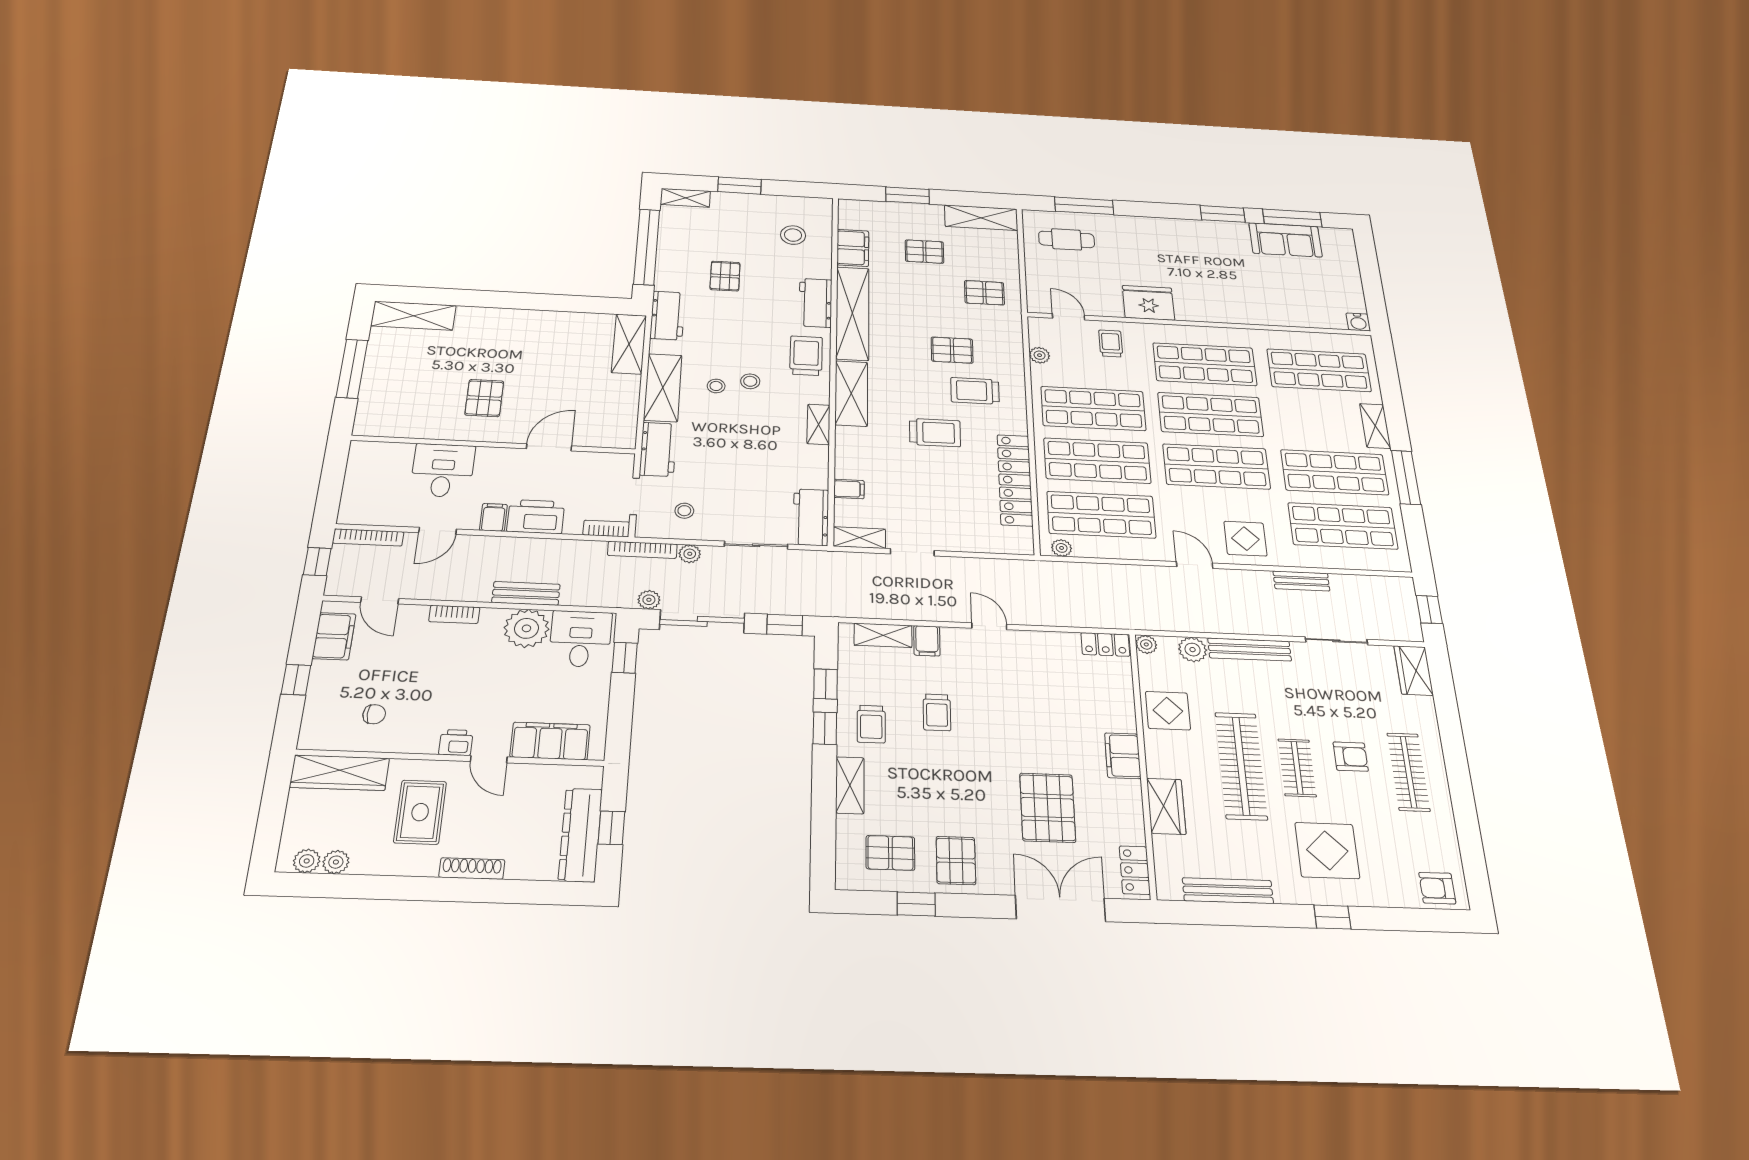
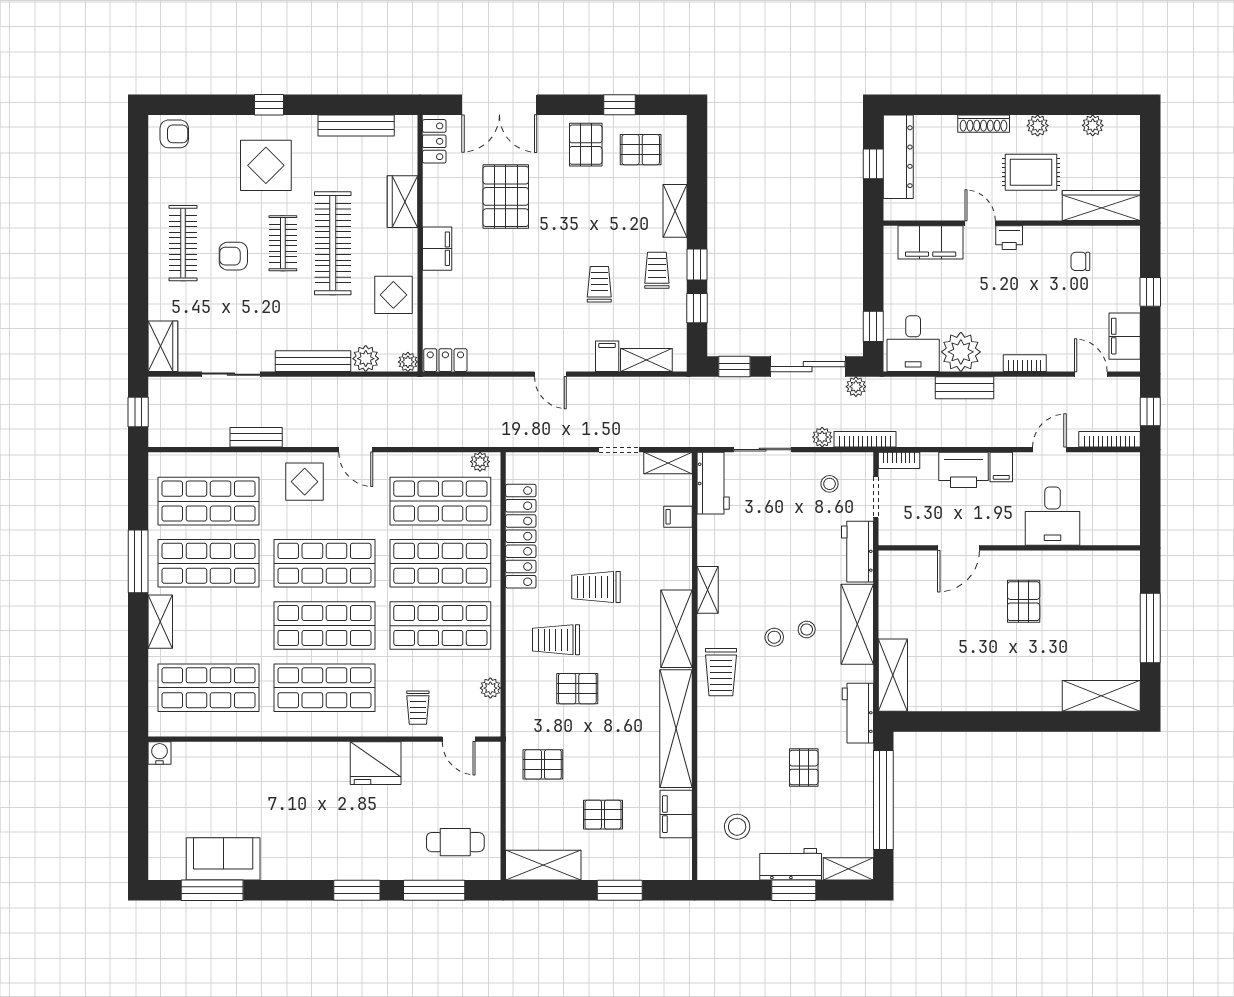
window: (1223, 214) -> (357, 890), moved
workbench: (815, 303) -> (791, 864), moved, turned -90
trolley: (975, 391) -> (556, 640), turned 180
rug: (420, 812) -> (1031, 172), turned 90
plant: (307, 861) -> (1038, 126), moved

